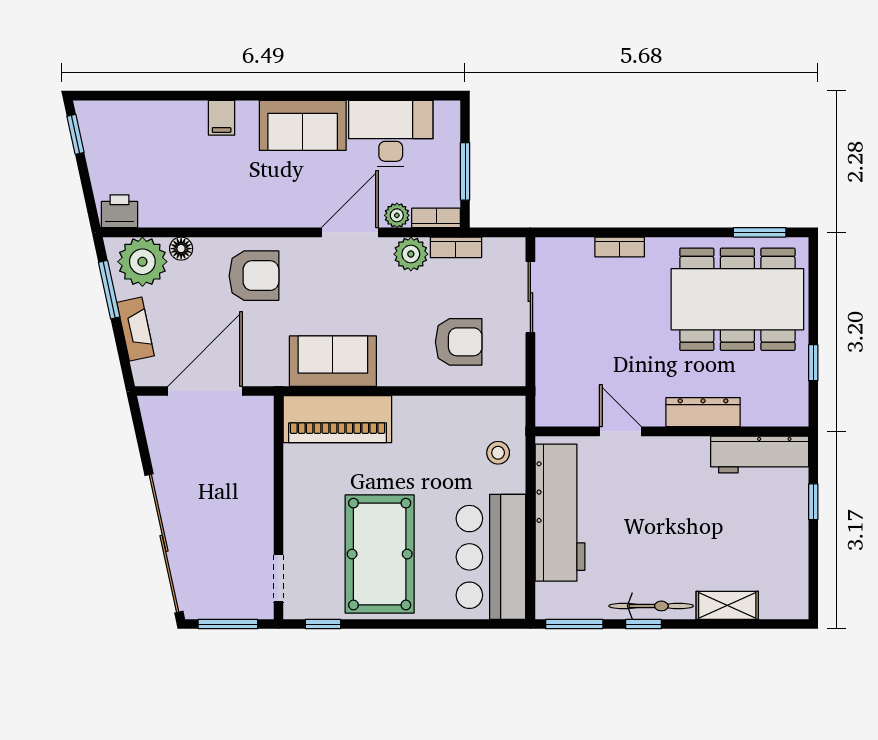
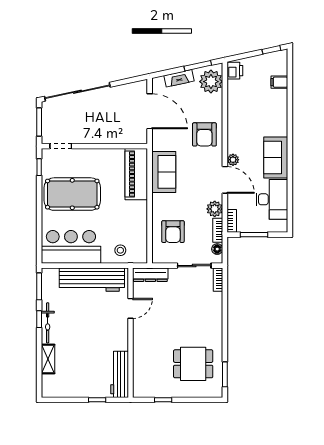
filing cabinet: (222, 118) -> (279, 82), moved
plant: (397, 215) -> (233, 160), moved
bookcase: (620, 247) -> (218, 280), moved
floor lamp: (181, 249) -> (217, 249), moved
dining table: (737, 299) -> (193, 364), width x0.53, depth x0.80
dresser: (703, 412) -> (150, 275), moved, turned 90

